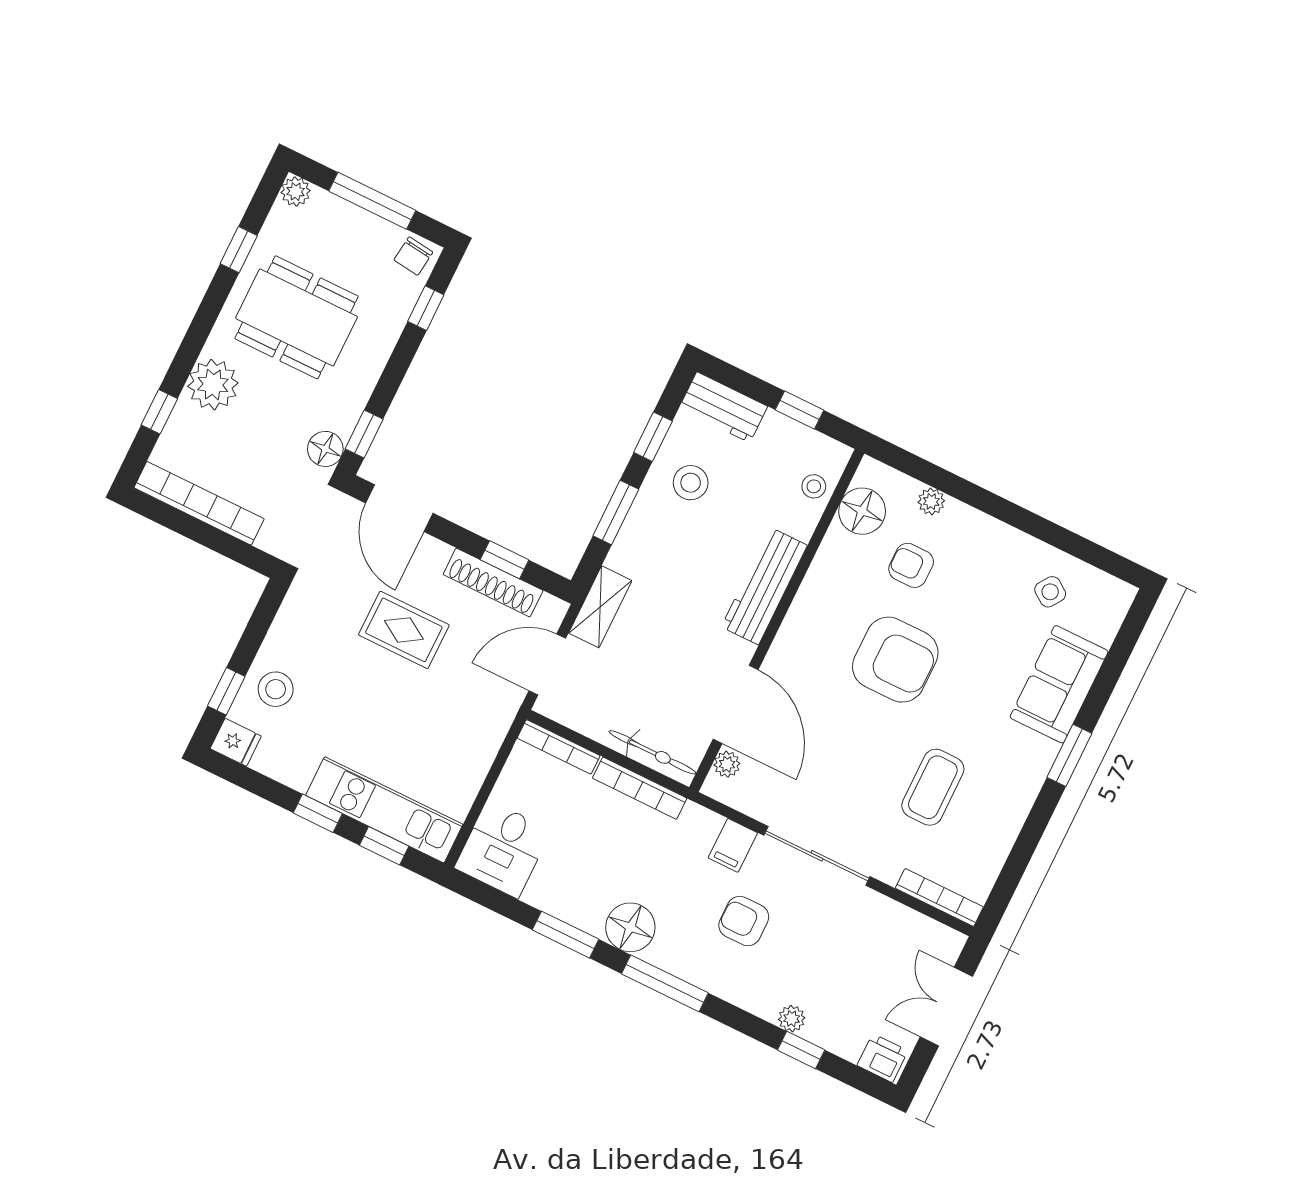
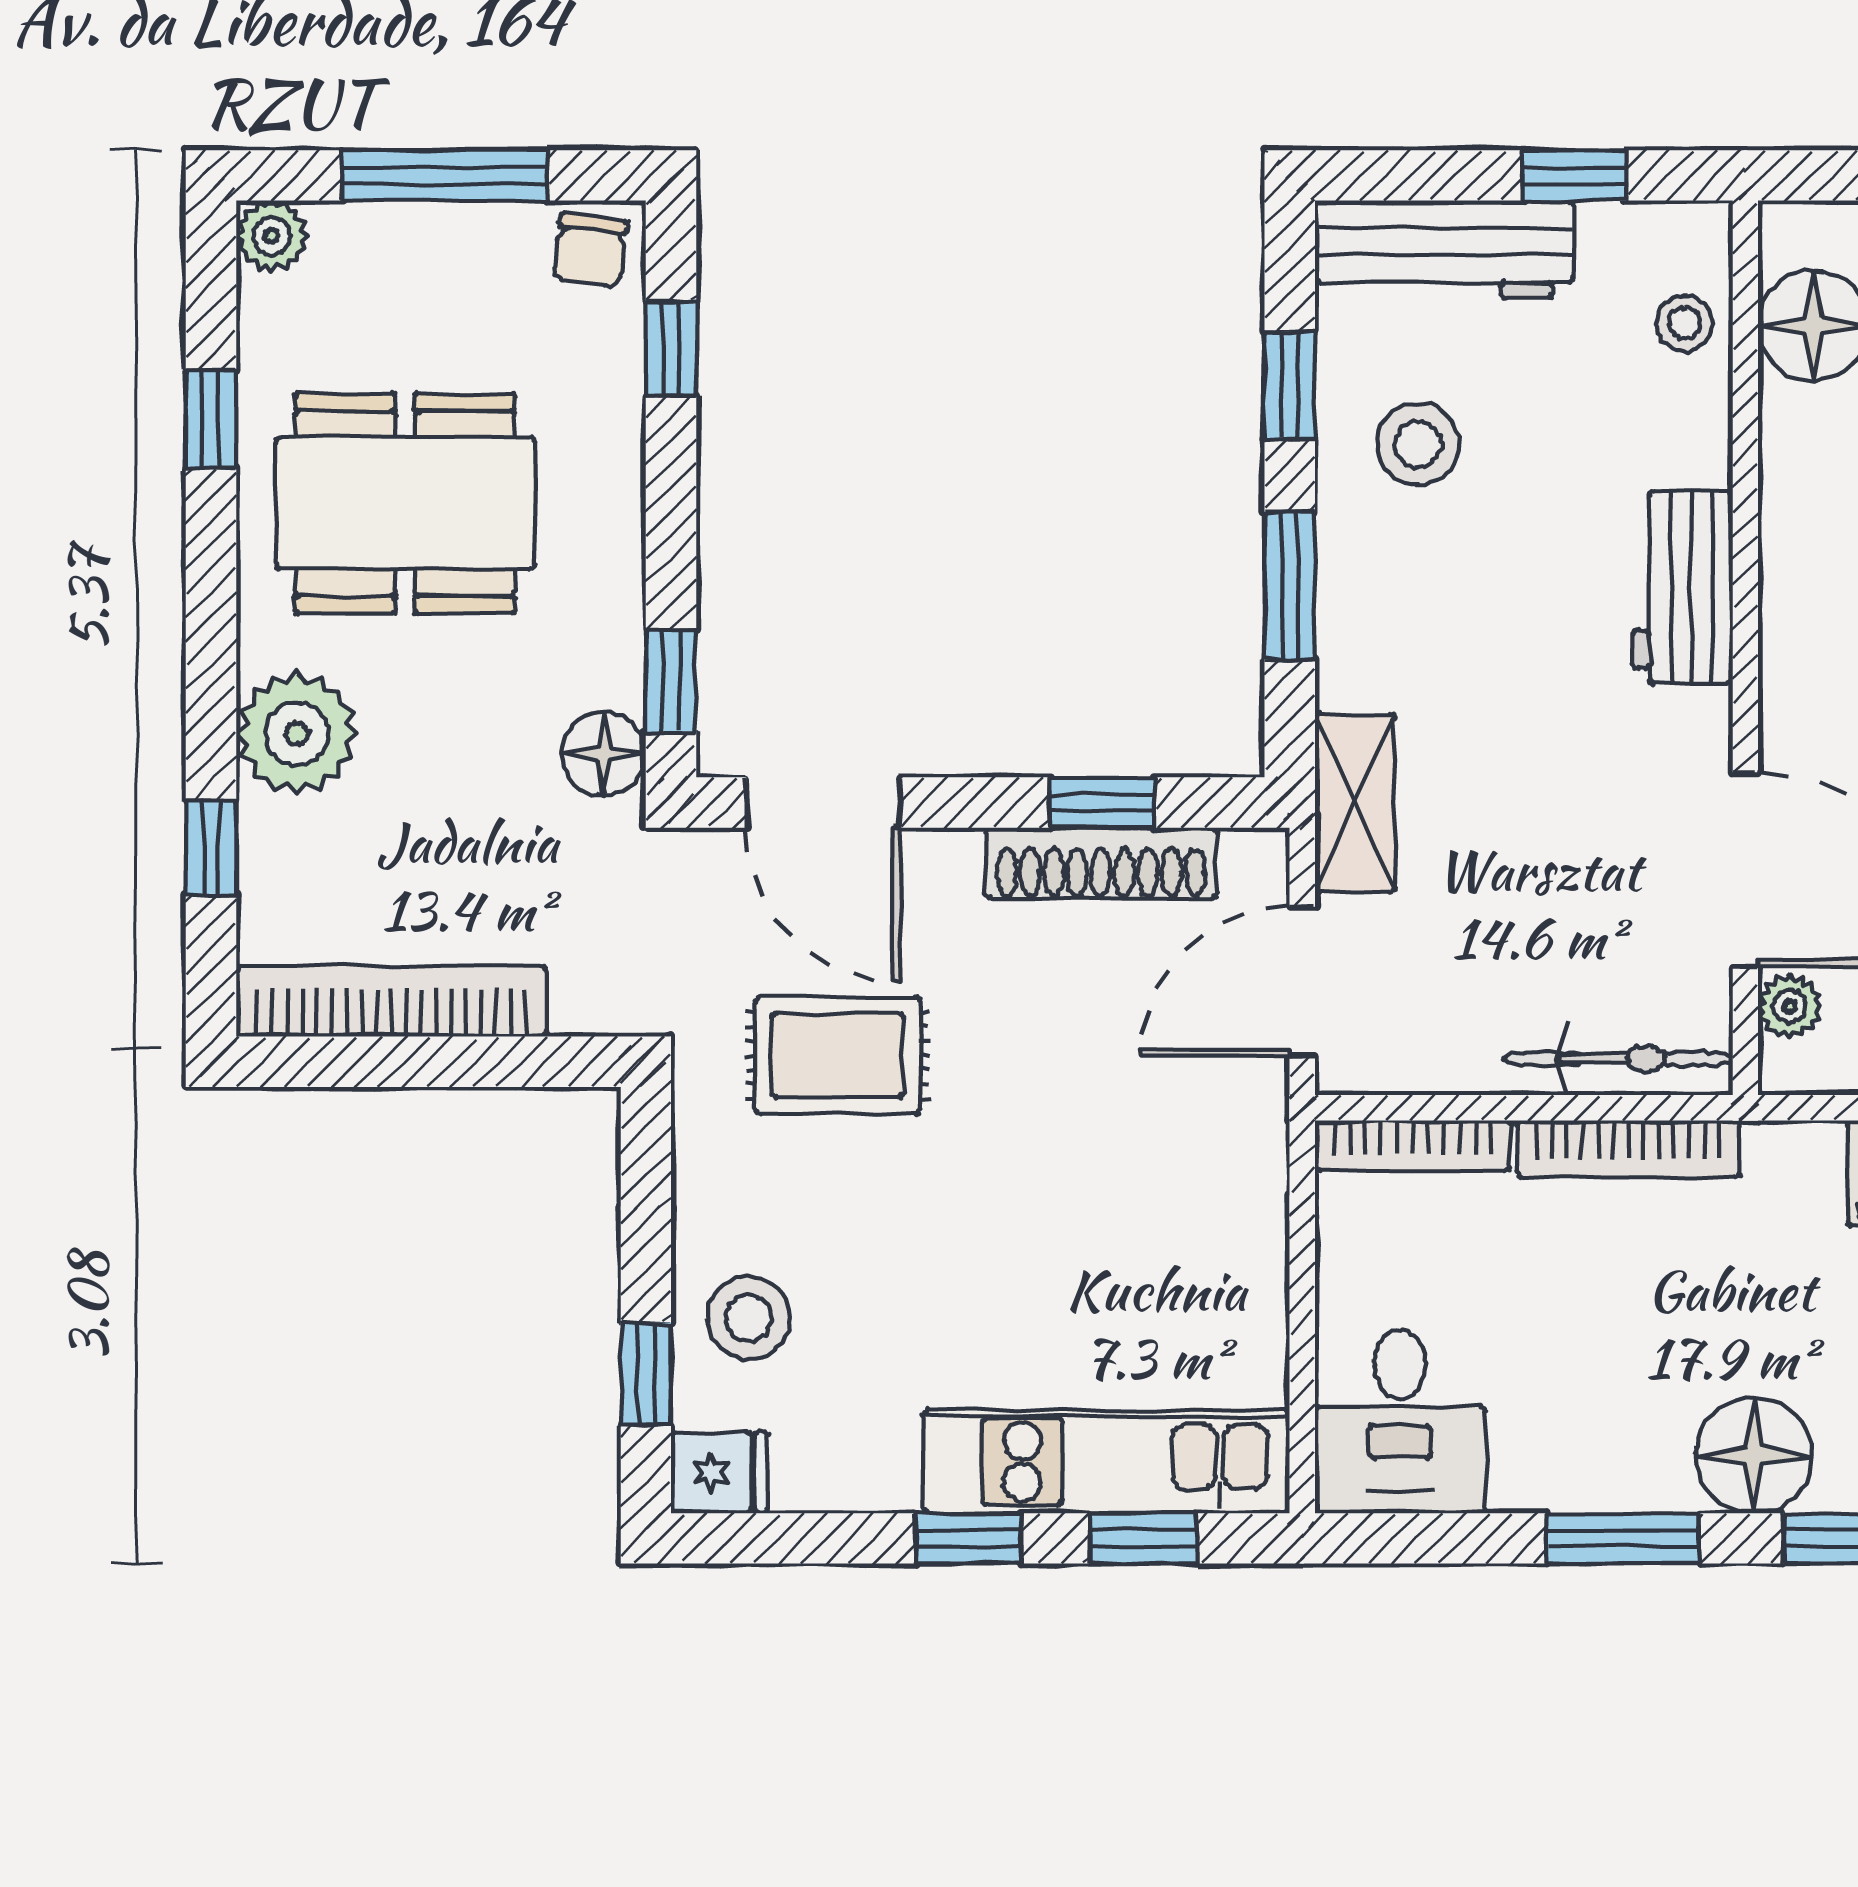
workbench: (723, 407) -> (1444, 249), width x1.38
workbench: (764, 586) -> (1683, 588), width x0.73
rug: (404, 630) -> (838, 1055), moved

